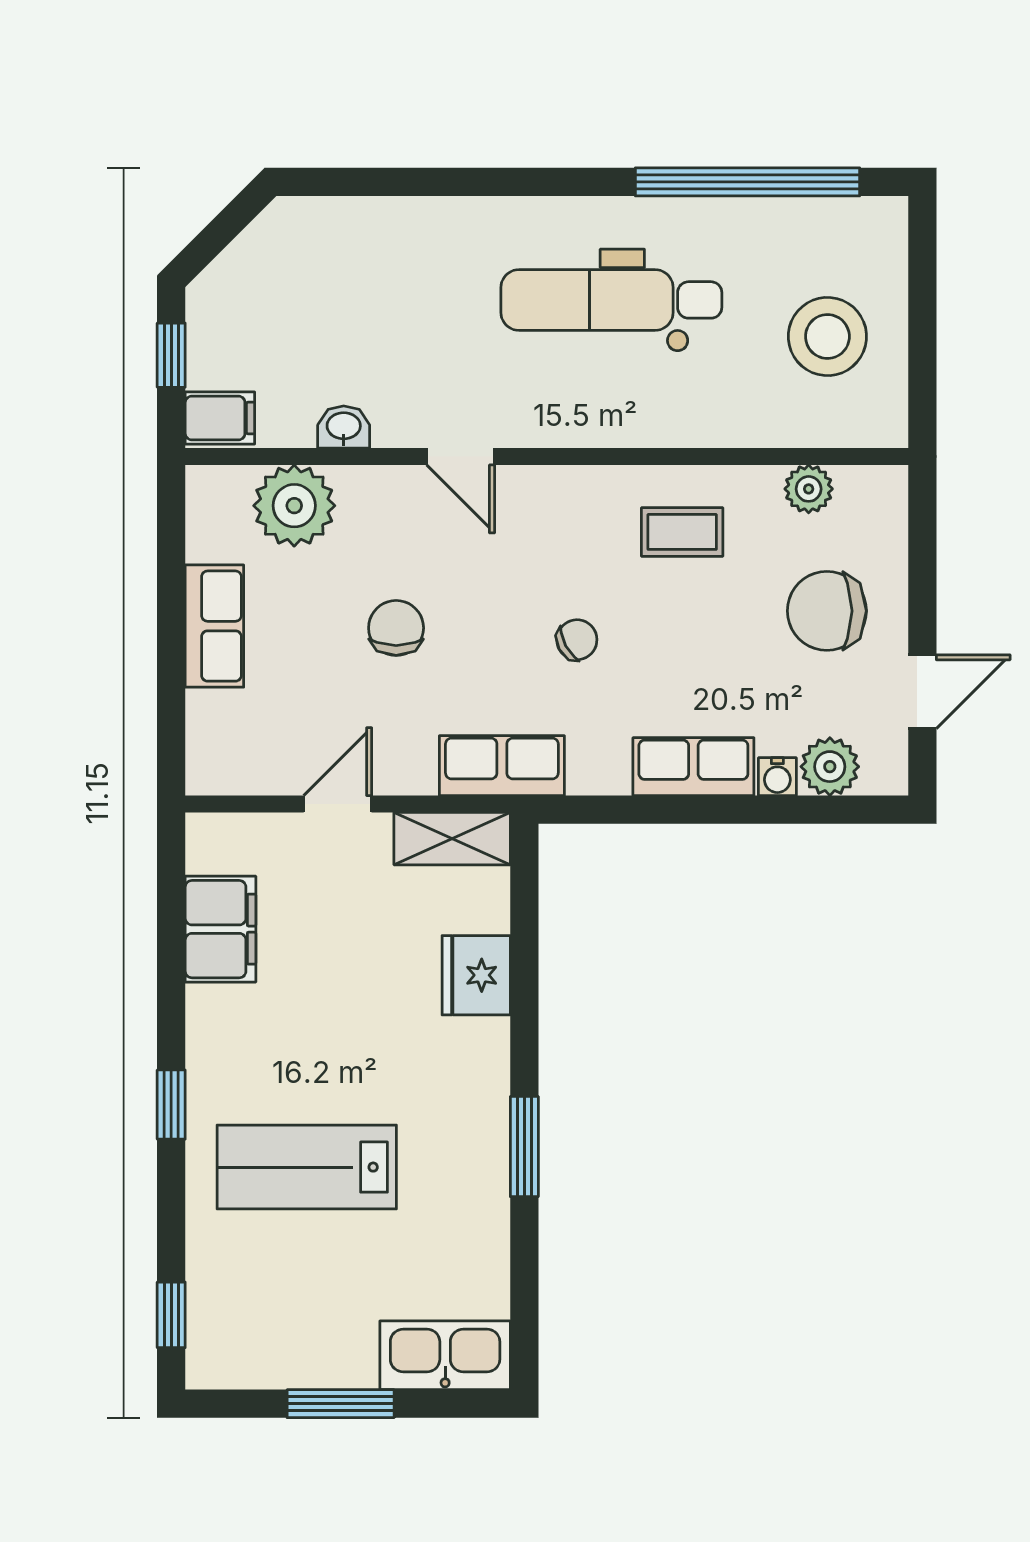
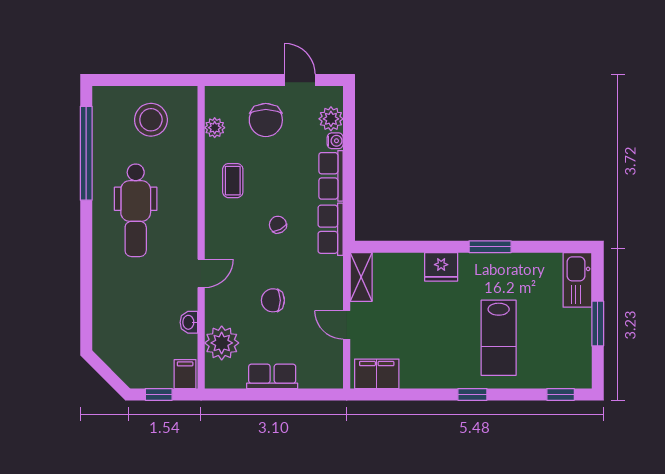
row of seats: (502, 766) -> (331, 229), moved
filing cabinet: (221, 929) -> (377, 374), moved
fridge: (476, 975) -> (441, 267), moved

